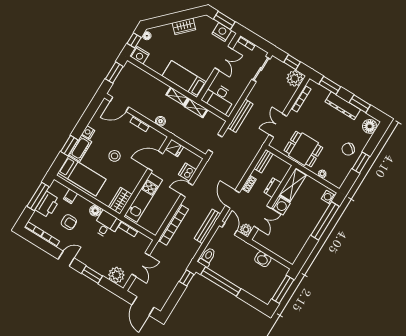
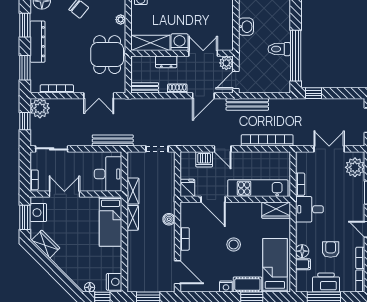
wardrobe: (184, 26) -> (46, 244), moved
floor lamp: (95, 211) -> (302, 251), moved
toilet: (207, 257) -> (279, 49), moved

